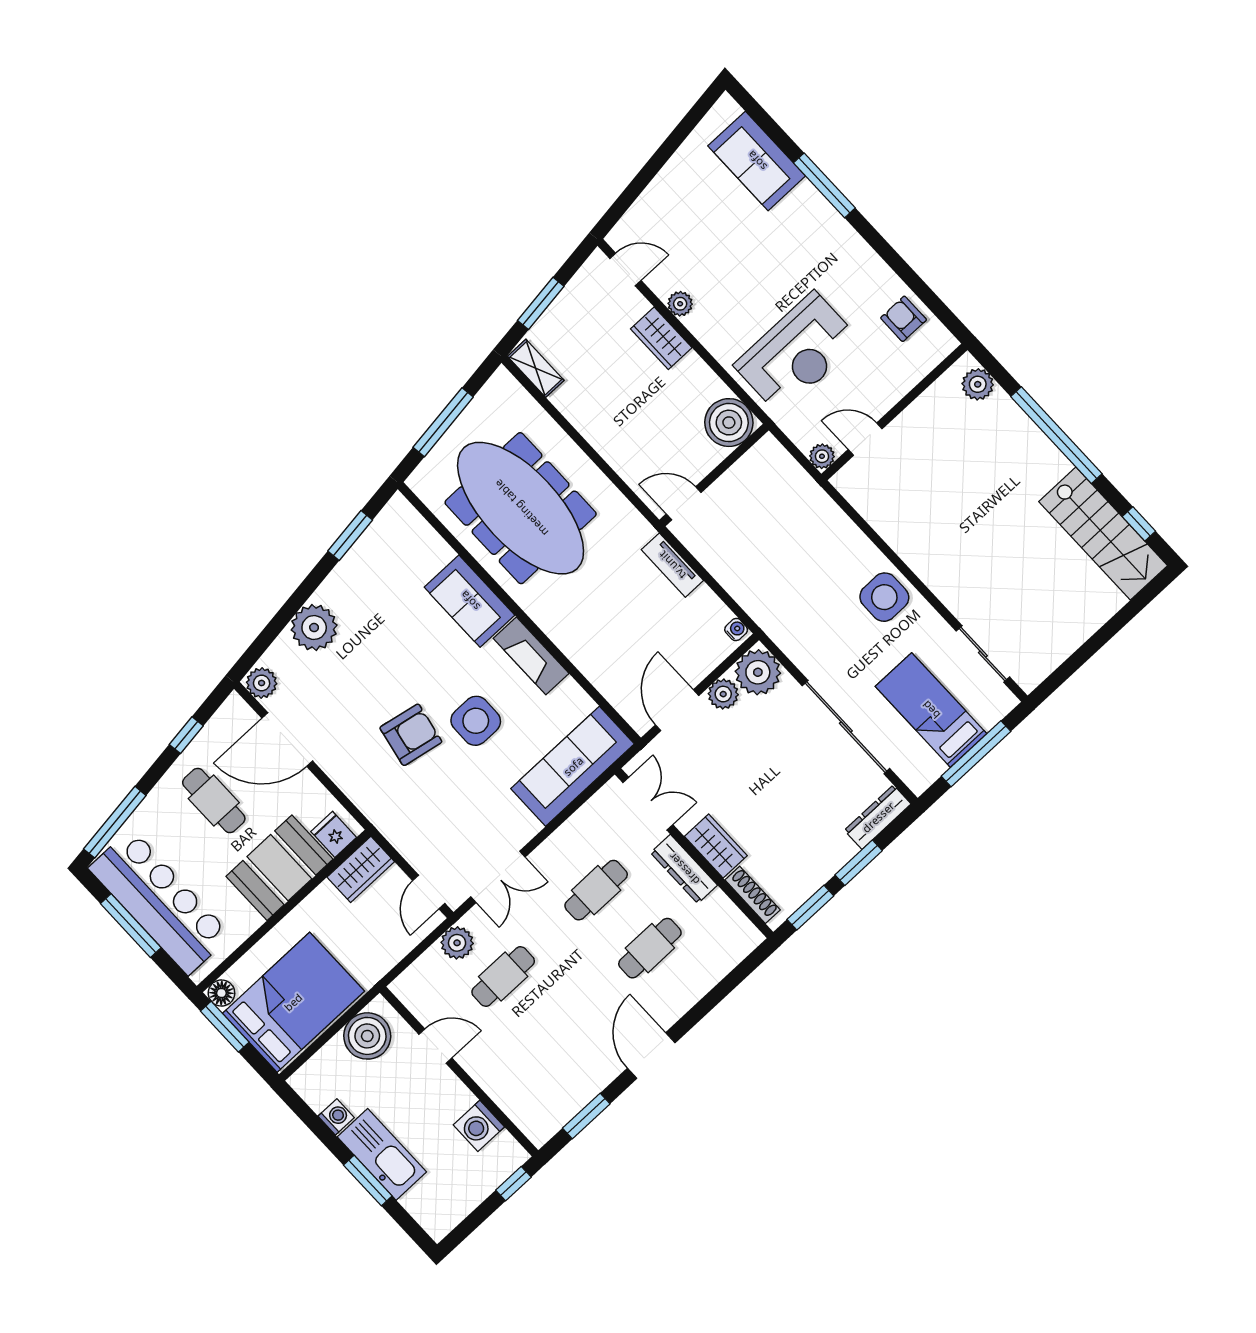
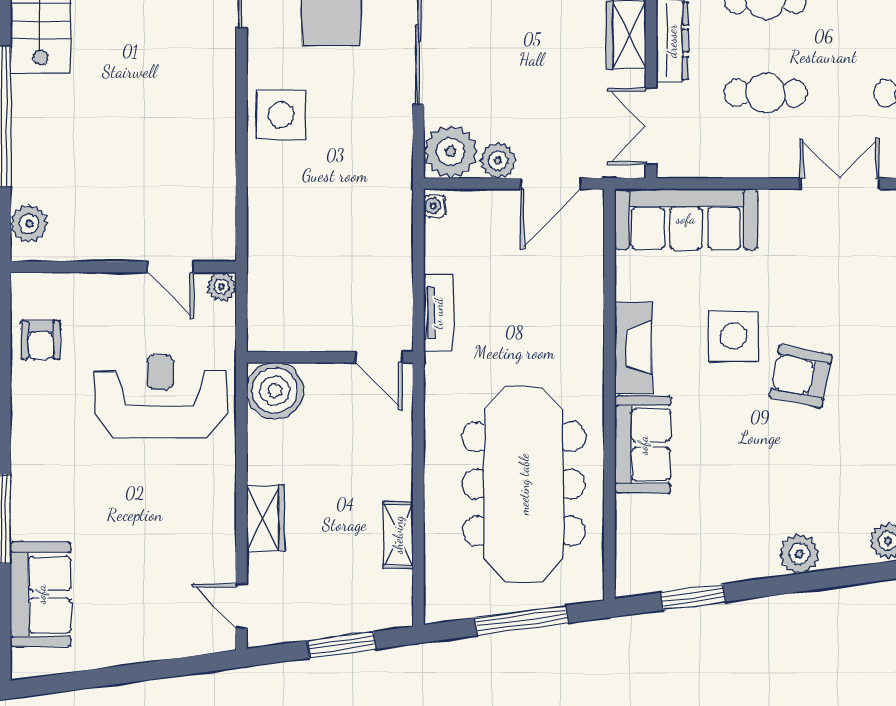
plant: (680, 304) -> (222, 532), removed
shelving: (536, 368) -> (398, 535), moved
plant: (314, 628) -> (799, 554), width x0.73, depth x0.73

